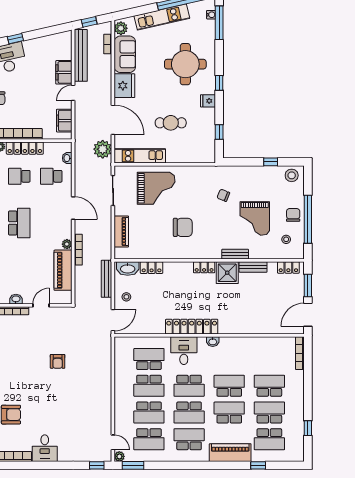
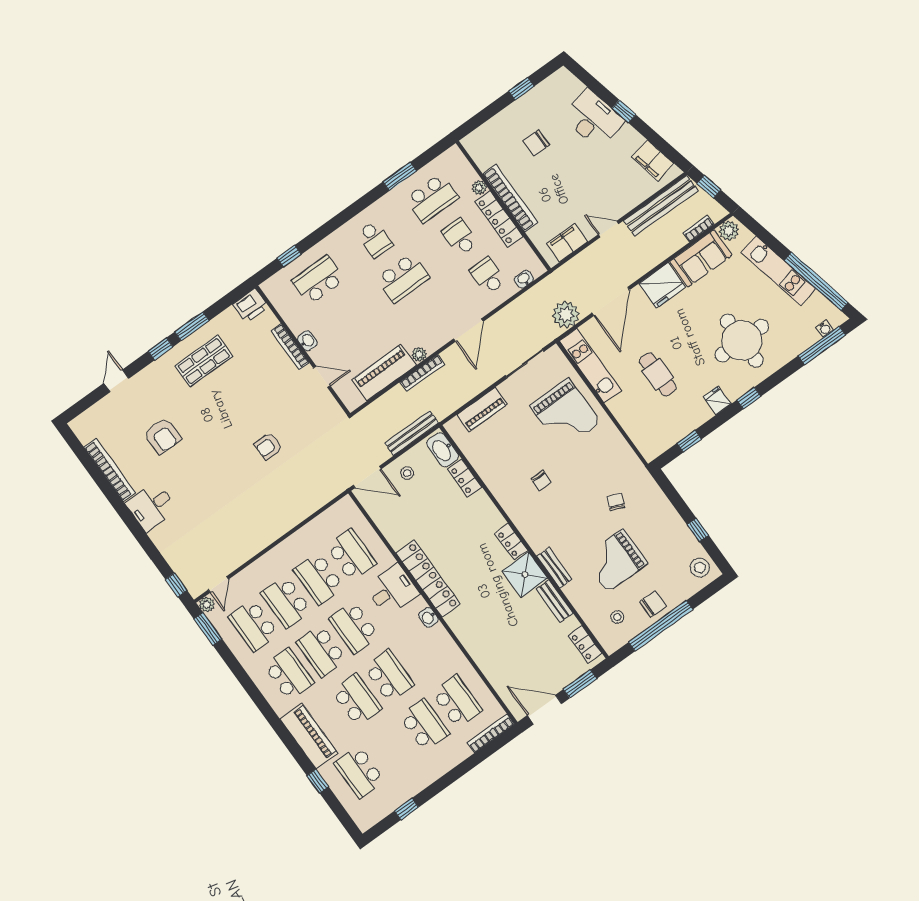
filing cabinet: (64, 72) -> (653, 160), moved, turned -103
chair: (183, 227) -> (541, 481), width x0.54, depth x0.54
school desk: (269, 413) -> (457, 702), moved

